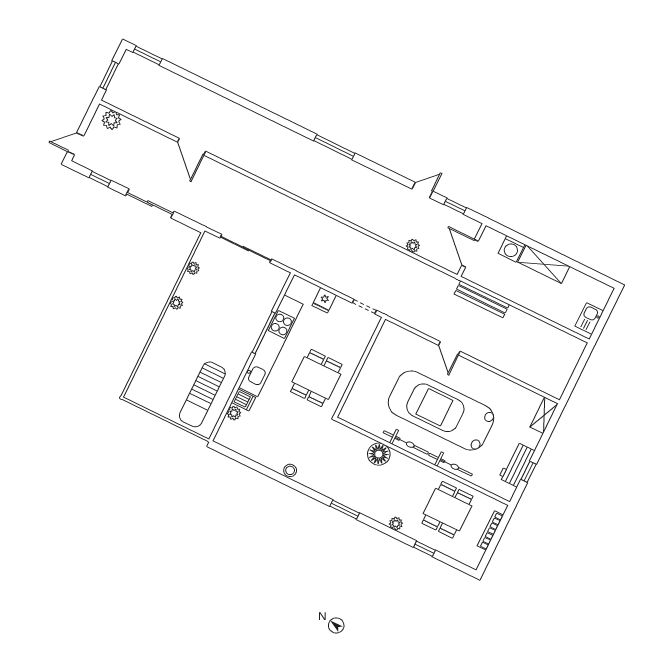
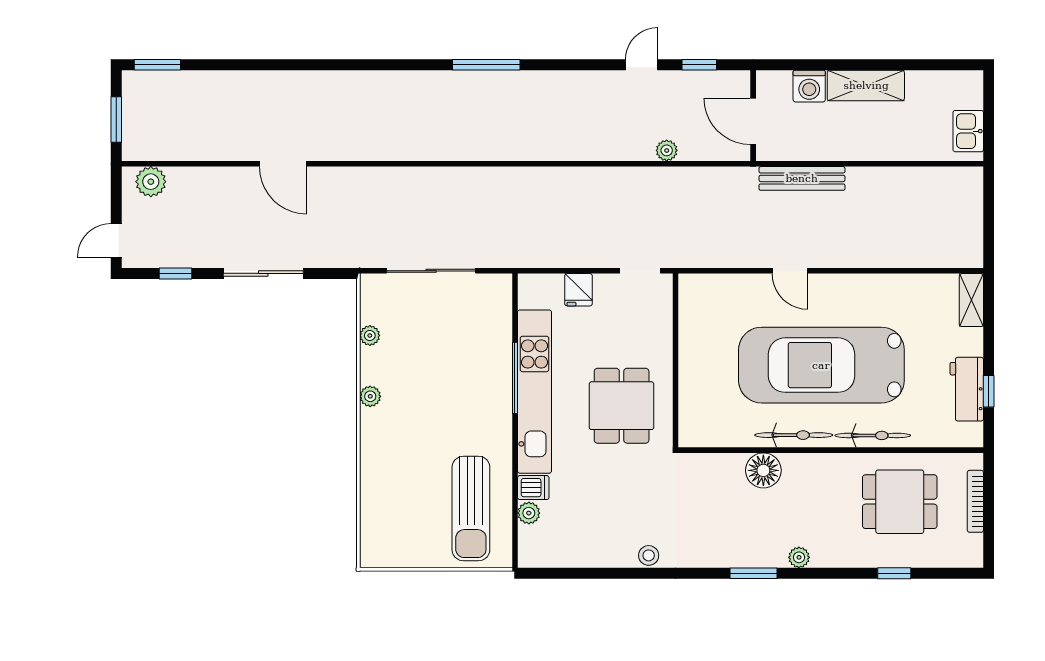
dining table: (447, 510) -> (900, 502), turned 90
plant: (396, 524) -> (799, 557), moved

